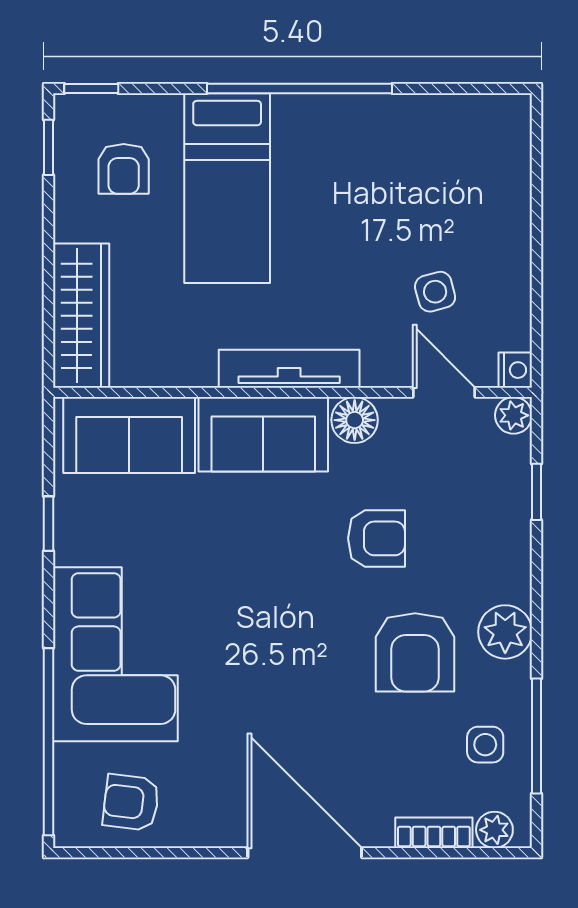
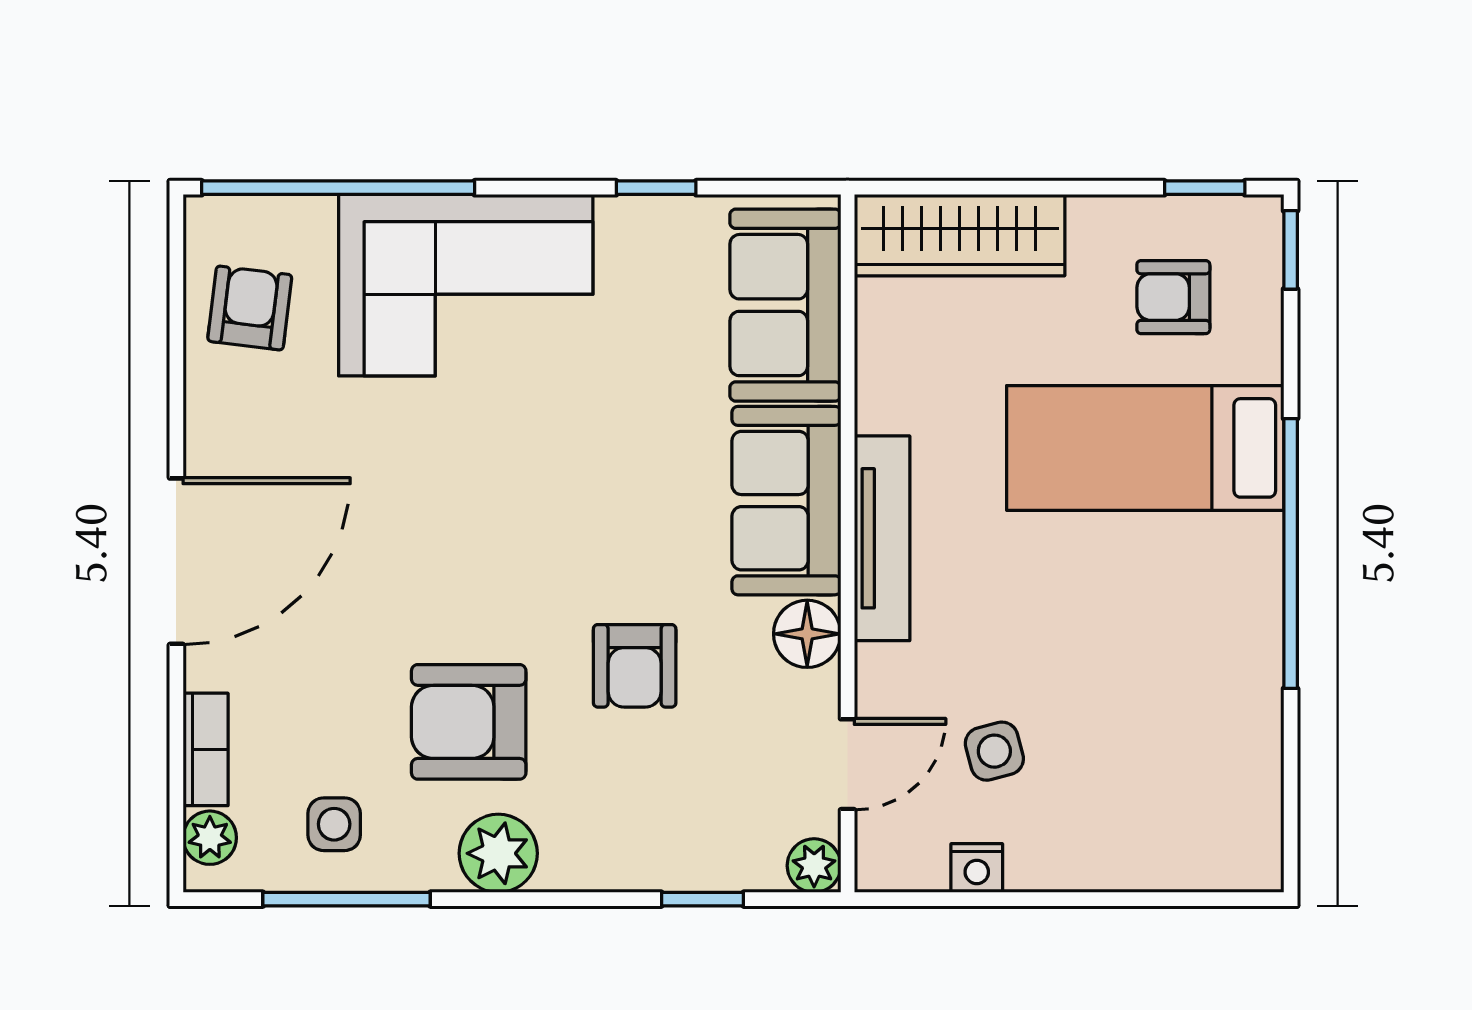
nightstand: (515, 370) -> (977, 868), moved

